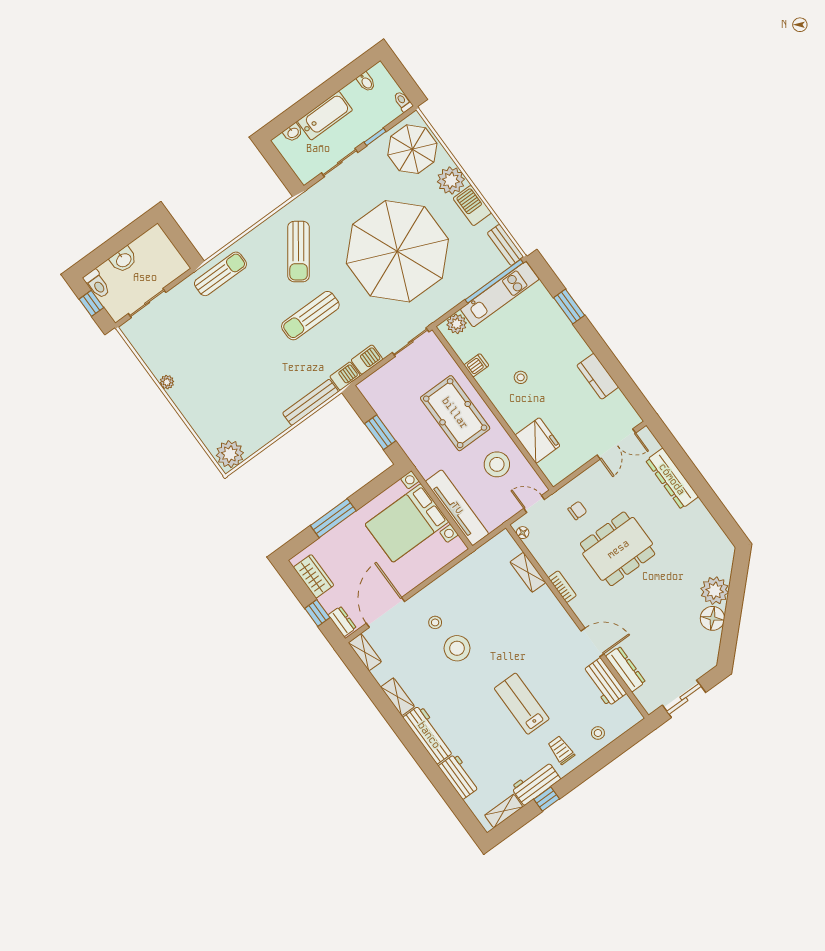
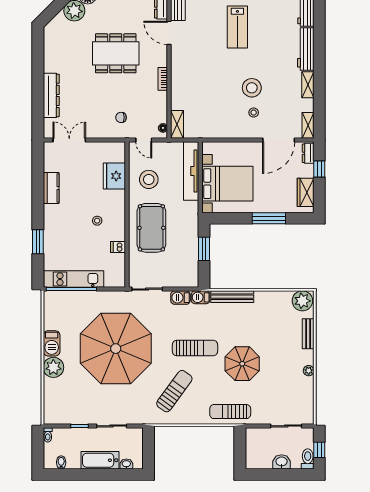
parasol: (412, 149) -> (242, 364), moved
bench: (505, 245) -> (308, 334), moved
plant: (457, 324) -> (112, 280), removed
dining table: (618, 549) -> (116, 53), moved
shelving: (528, 572) -> (177, 124), moved

